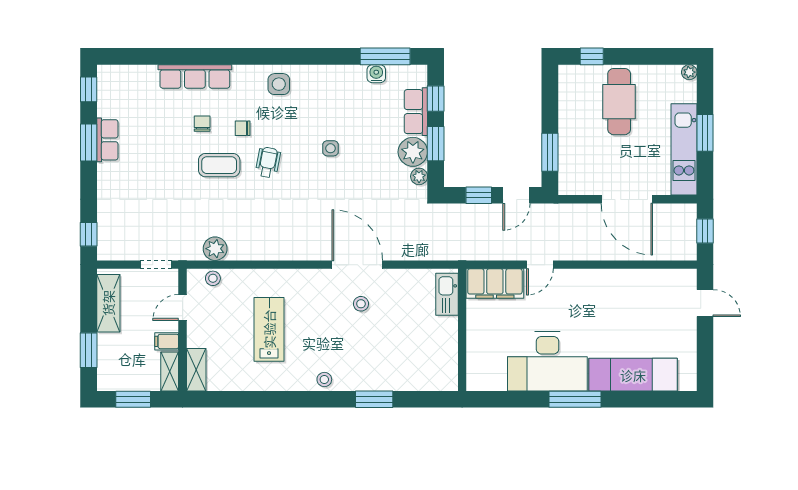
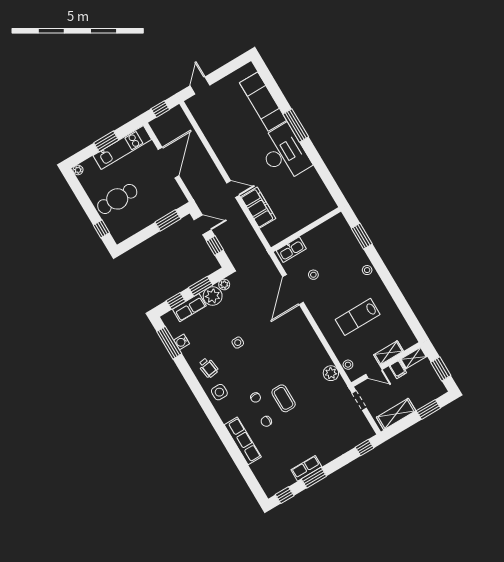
wheelchair: (268, 162) -> (208, 368), moved, turned -109
kitchen sink: (447, 294) -> (291, 250), moved
wall: (462, 330) -> (306, 230), moved
shelving: (196, 370) -> (389, 353), moved

